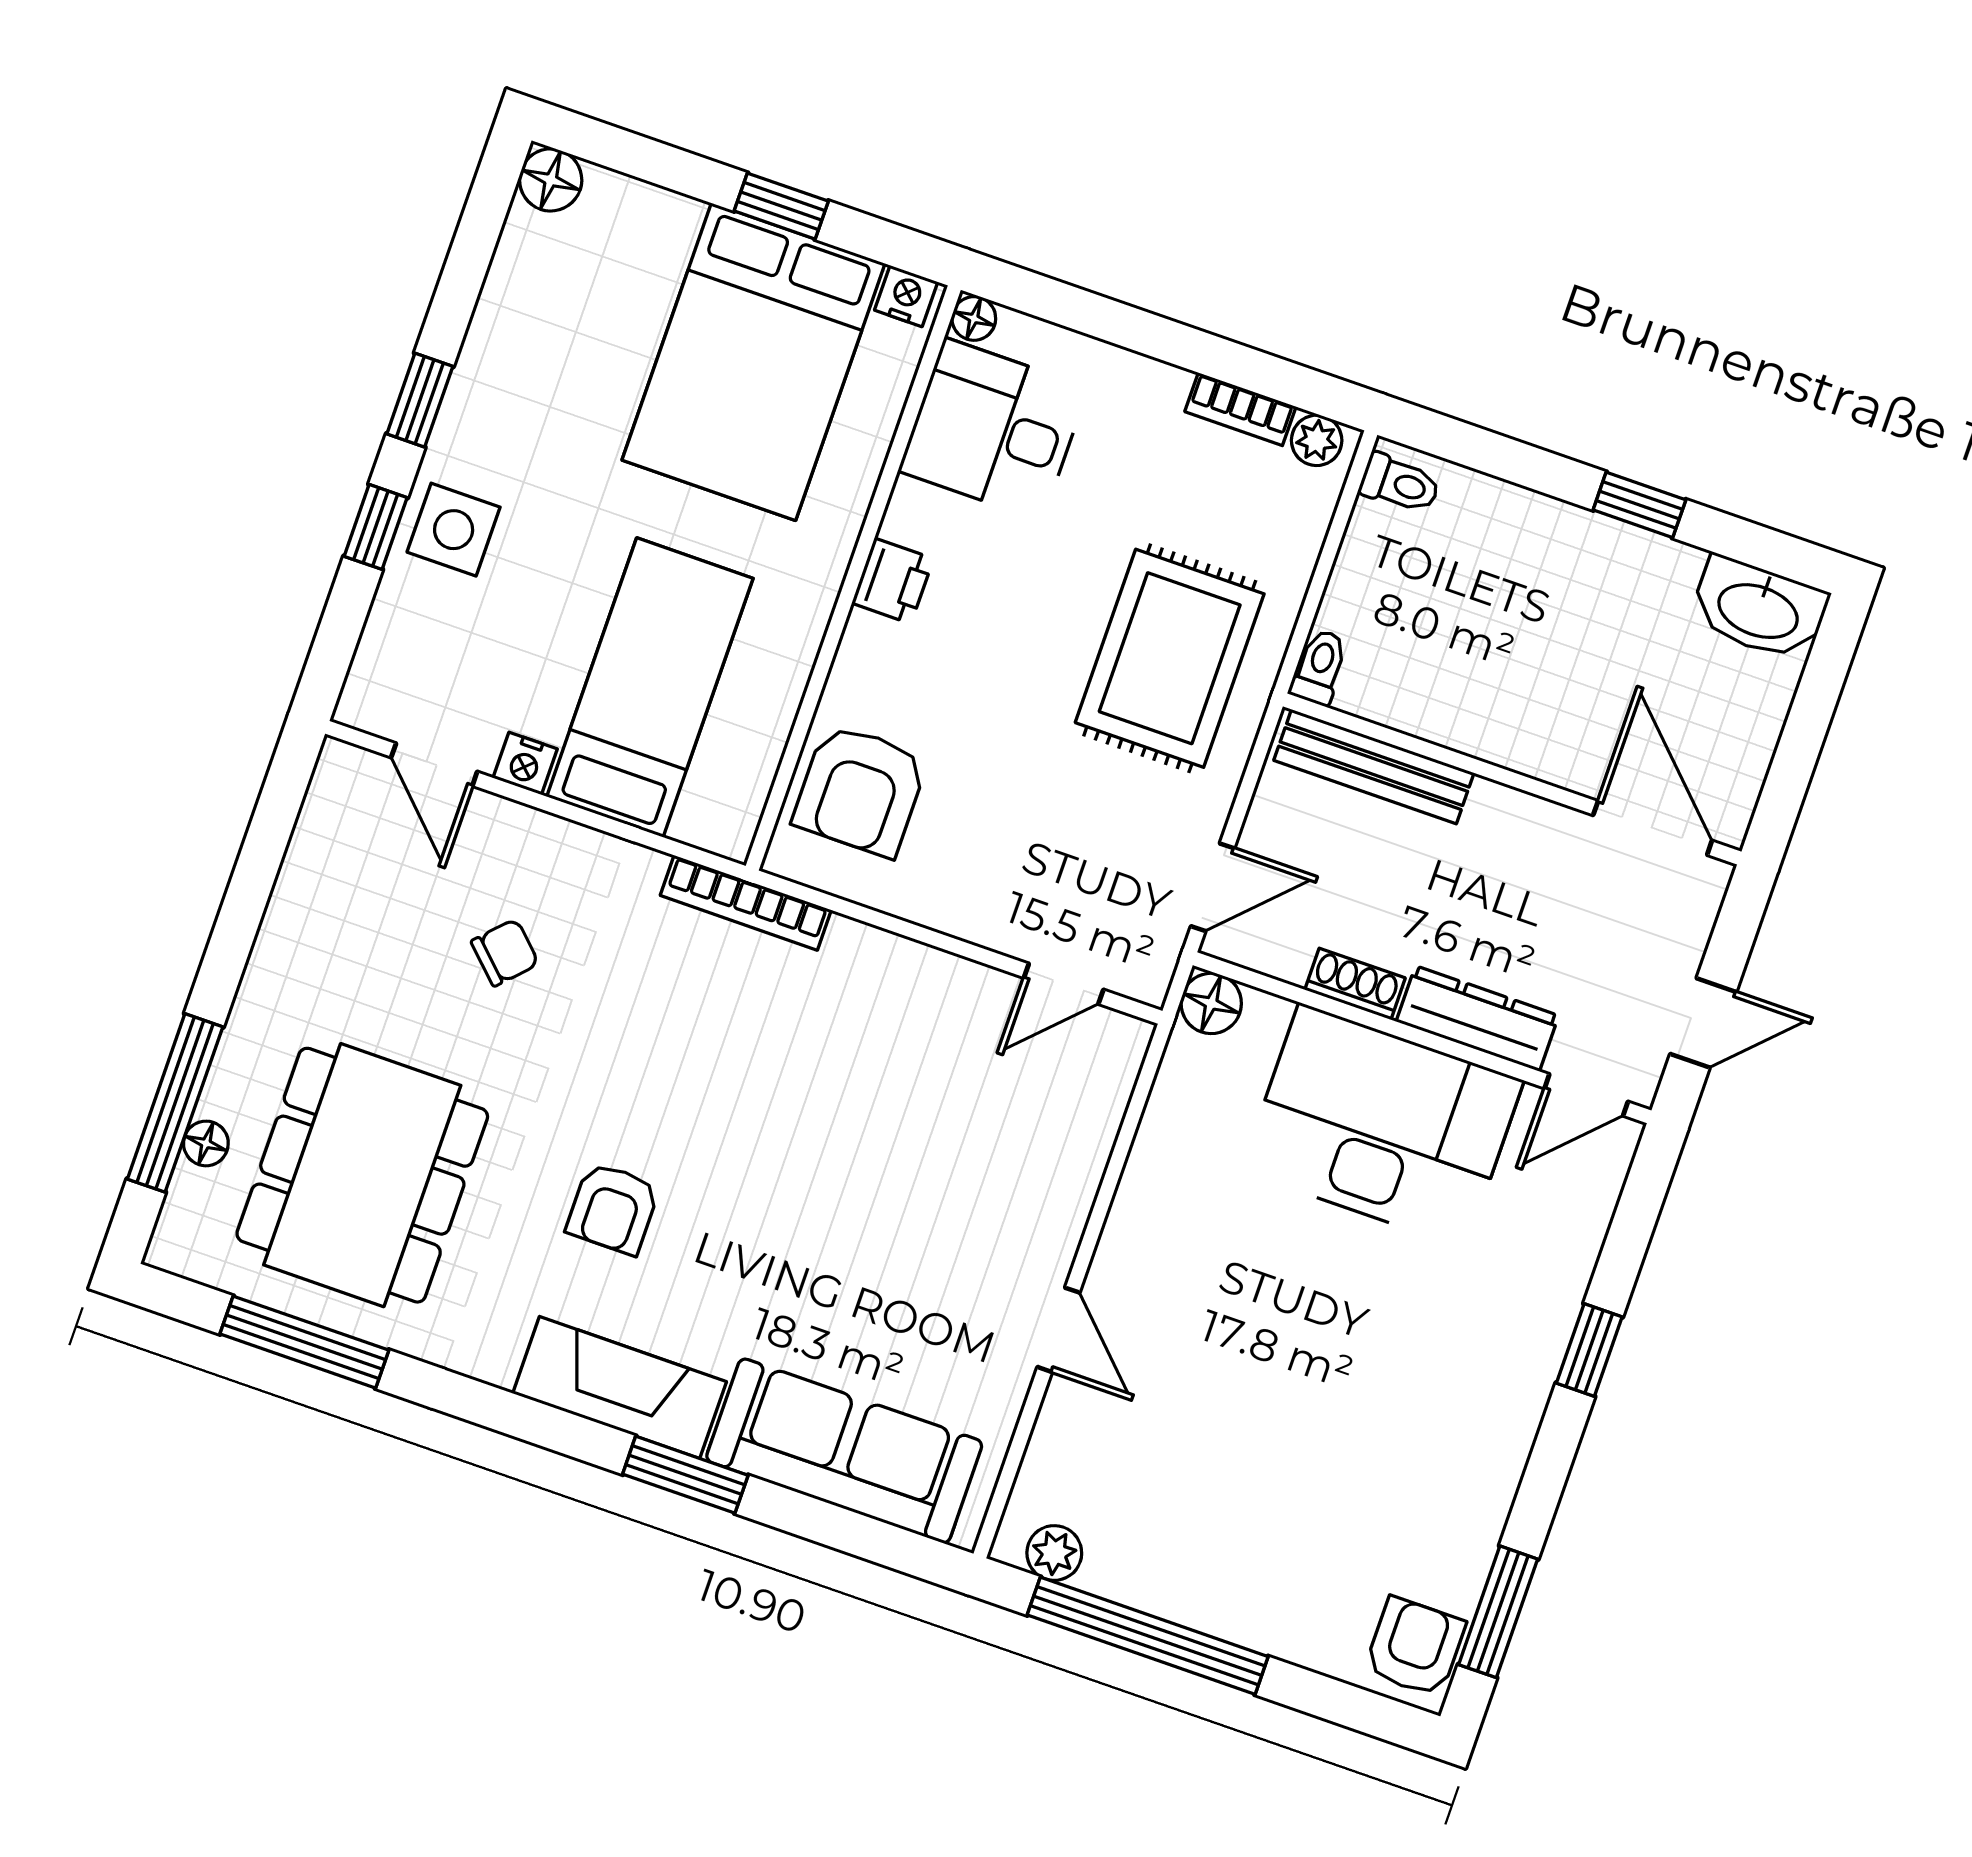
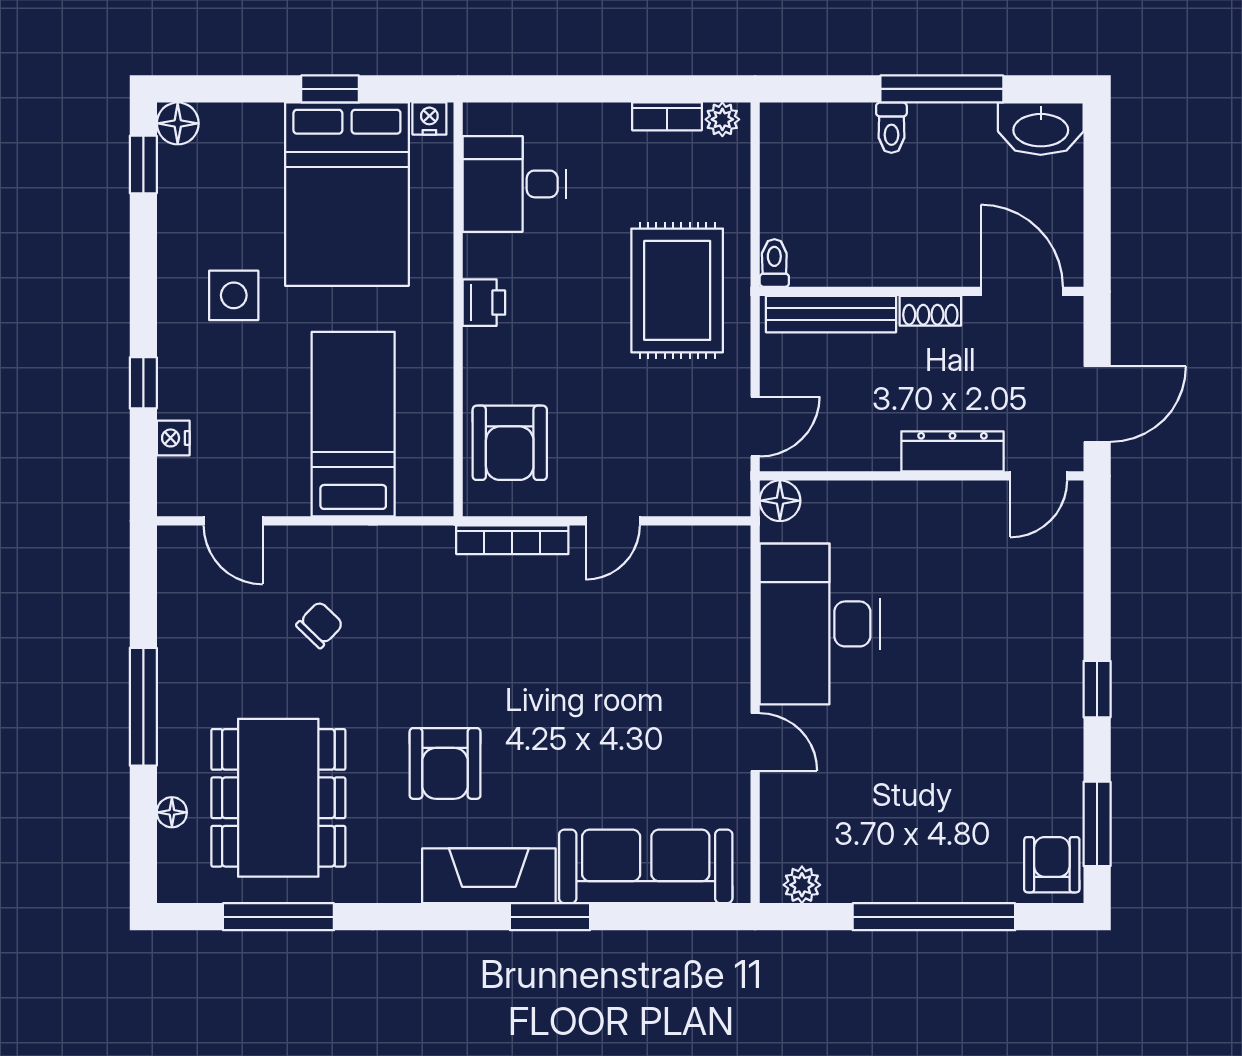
floor lamp: (974, 318) -> (477, 118), removed
window: (420, 400) -> (143, 165), moved
toilet: (1400, 484) -> (891, 128), moved, turned 90
window: (1639, 505) -> (942, 89), width x2.17
side table: (454, 530) -> (234, 295), moved
nightstand: (525, 763) -> (173, 438), moved, turned 90
bookcase: (746, 903) -> (512, 540), moved
door: (1064, 984) -> (613, 521), moved
shoe rack: (1355, 984) -> (930, 311), moved, turned 180
door: (1703, 1023) -> (1097, 404), width x1.38
window: (175, 1103) -> (143, 707), moved
desk: (1382, 1126) -> (820, 624), moved, turned -90
armchair: (613, 1208) -> (445, 763), width x1.38, depth x1.38
window: (1589, 1350) -> (1097, 689), moved
window: (1148, 1636) -> (934, 917), moved

